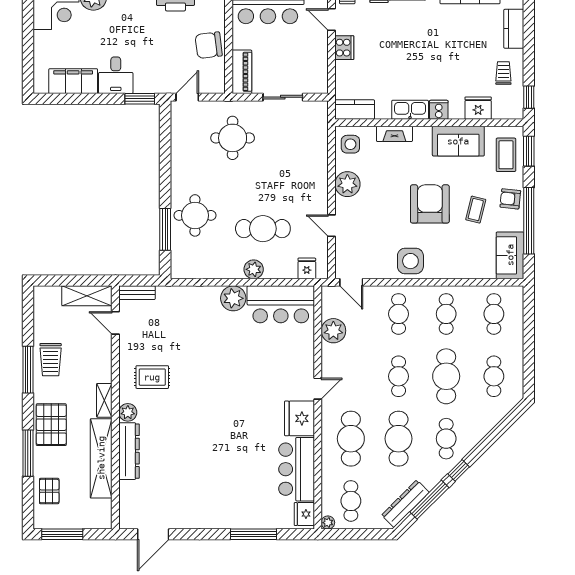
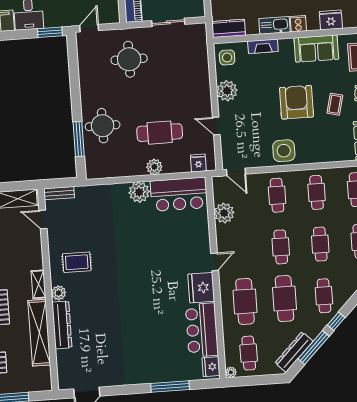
cafe table: (446, 376) -> (320, 244), width x0.73, depth x0.74

